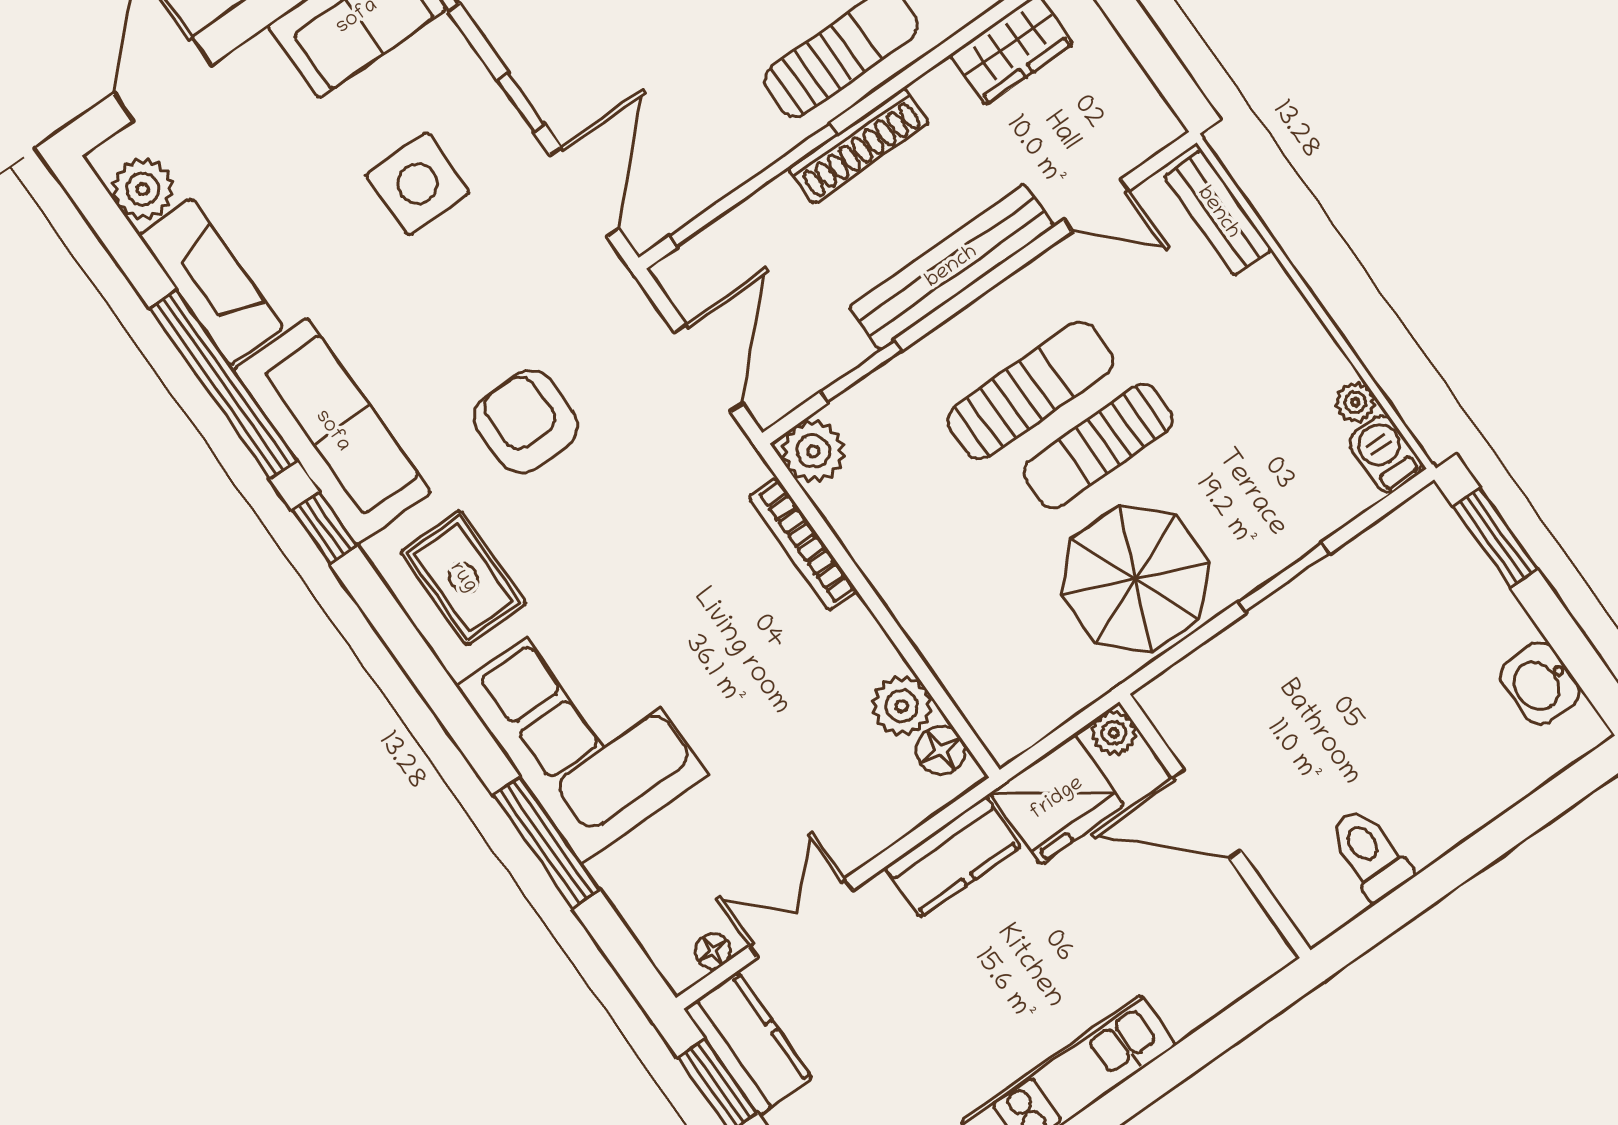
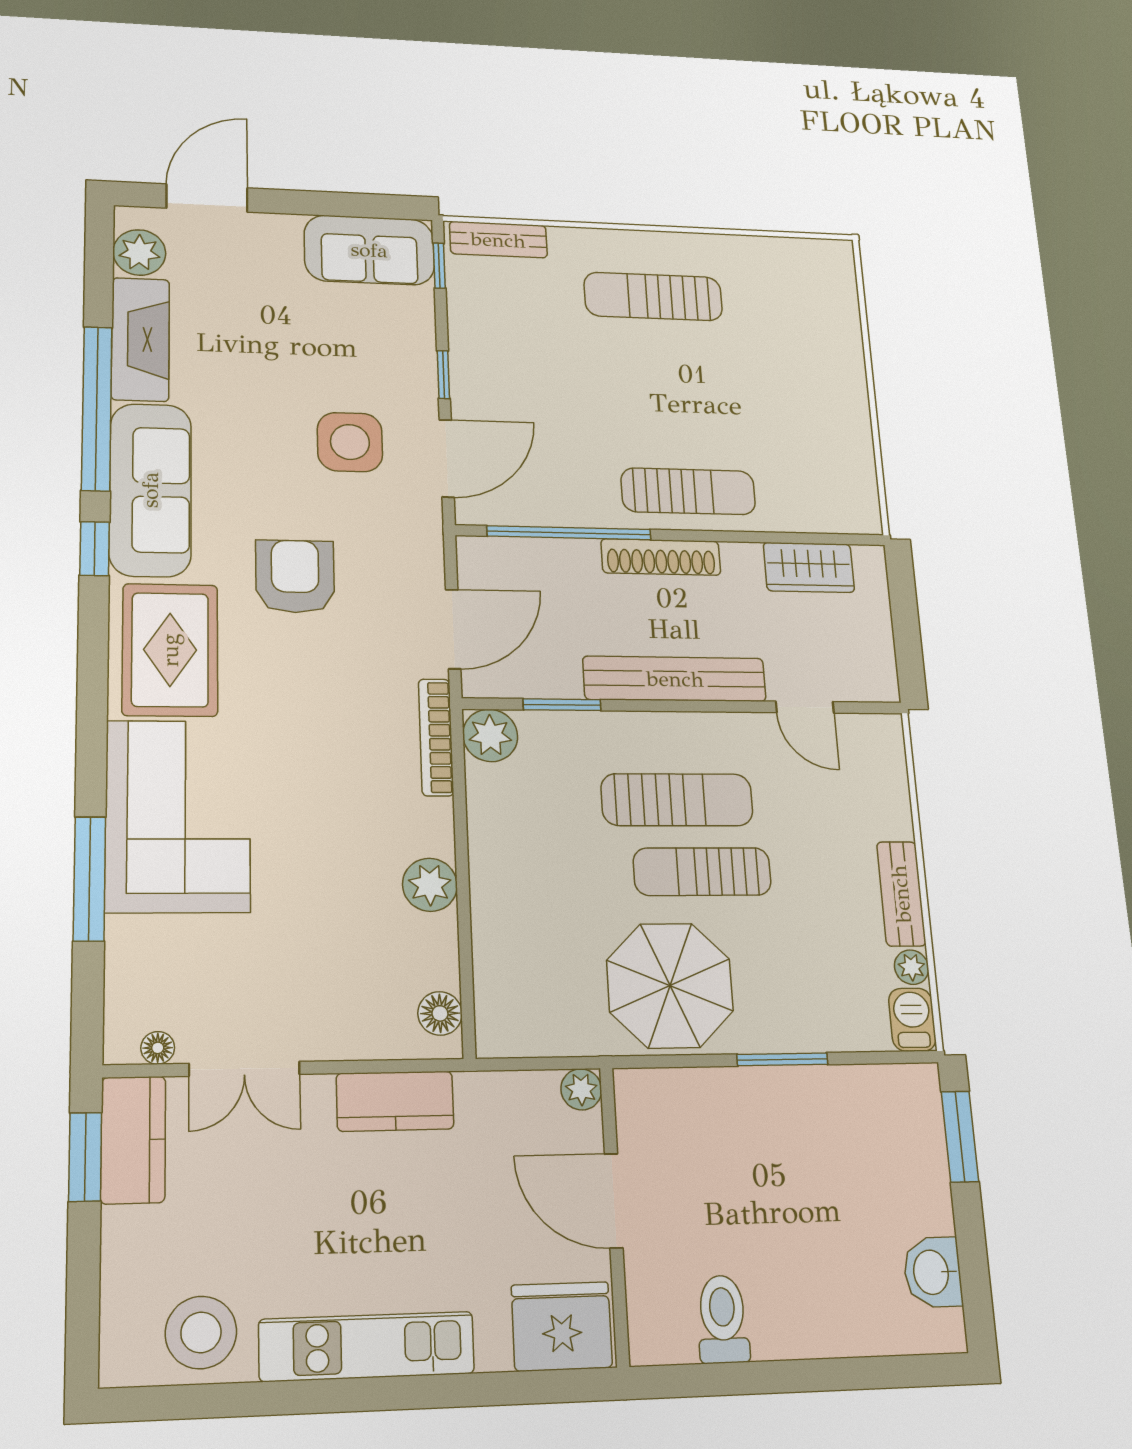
side table: (418, 184) -> (350, 442), moved
bench: (1218, 213) -> (901, 894), moved
bookcase: (803, 544) -> (436, 737), moved
rug: (463, 578) -> (170, 650), width x1.36, depth x1.43
plant: (902, 706) -> (430, 885), moved
fridge: (1057, 799) -> (562, 1326), moved, turned 180
double door: (801, 918) -> (244, 1069), swing flipped

